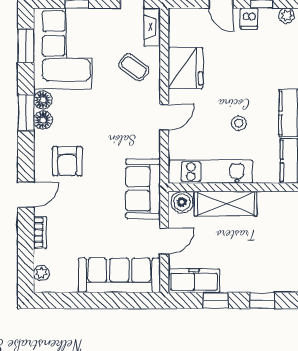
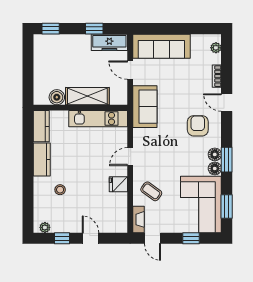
dishwasher: (249, 19) -> (71, 225), removed
fridge: (185, 68) -> (118, 184), width x0.53, depth x0.75
stool: (239, 123) -> (60, 190), moved
door: (26, 195) -> (227, 103), hinge flipped
boiler: (182, 202) -> (57, 97), moved
door: (164, 241) -> (130, 70), hinge flipped
window: (262, 300) -> (51, 29), moved

